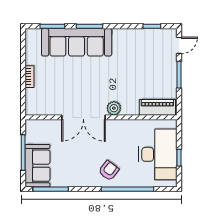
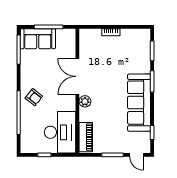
sofa: (77, 42) -> (139, 103), moved
desk: (158, 154) -> (60, 132), moved, turned -90

